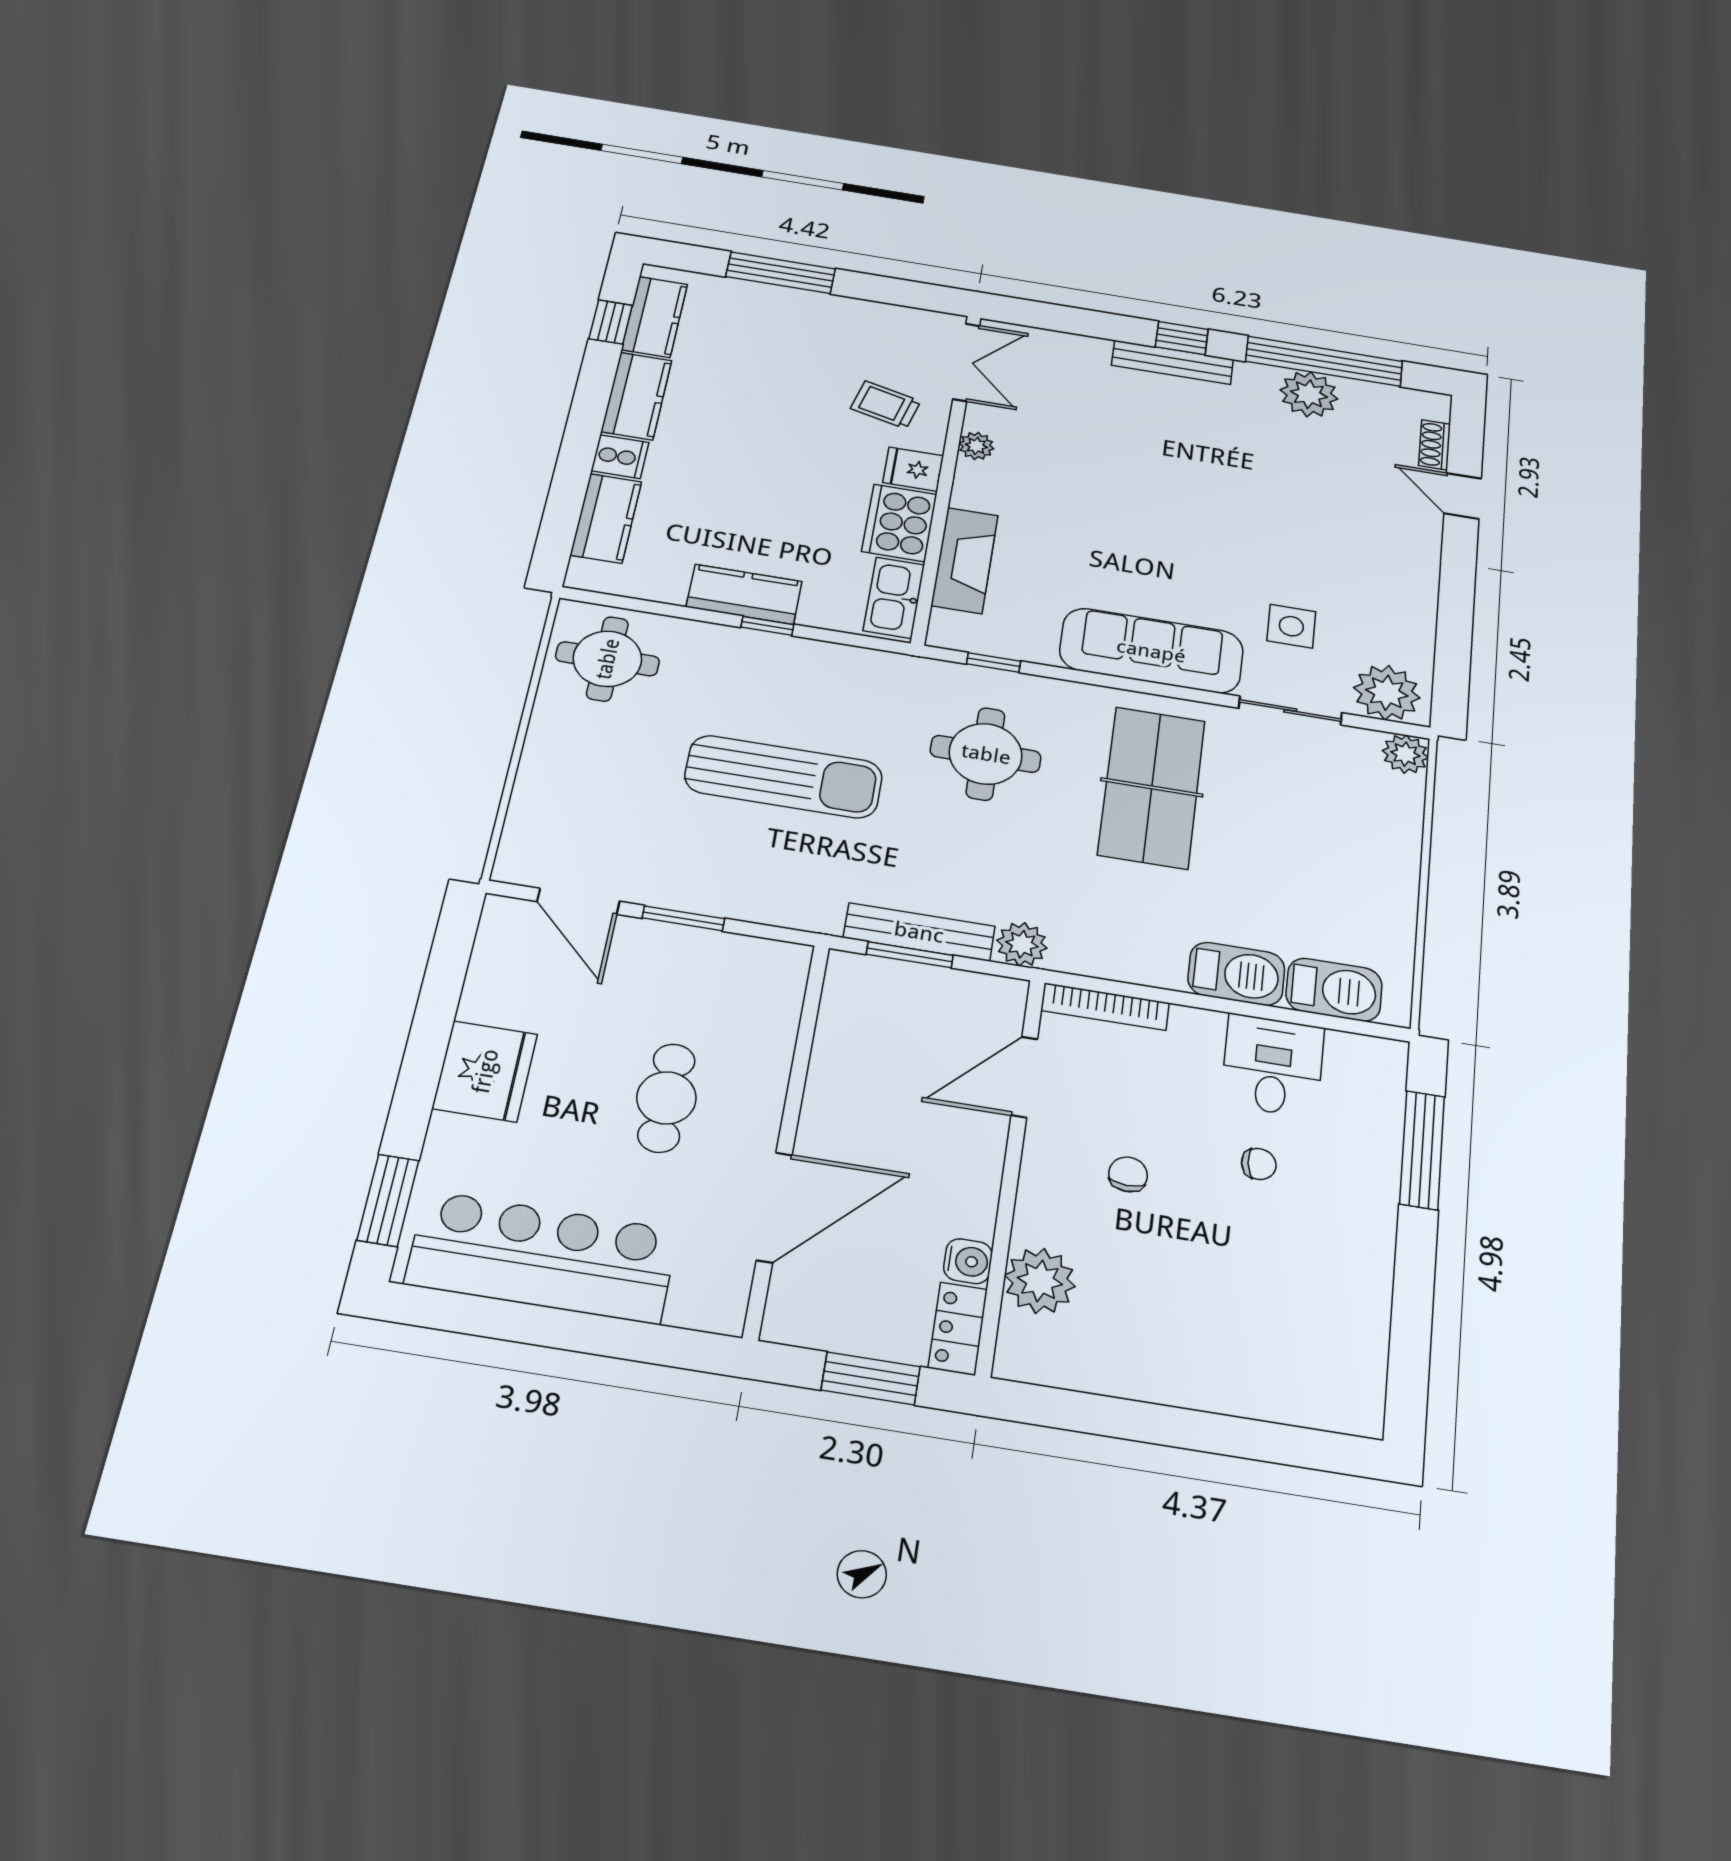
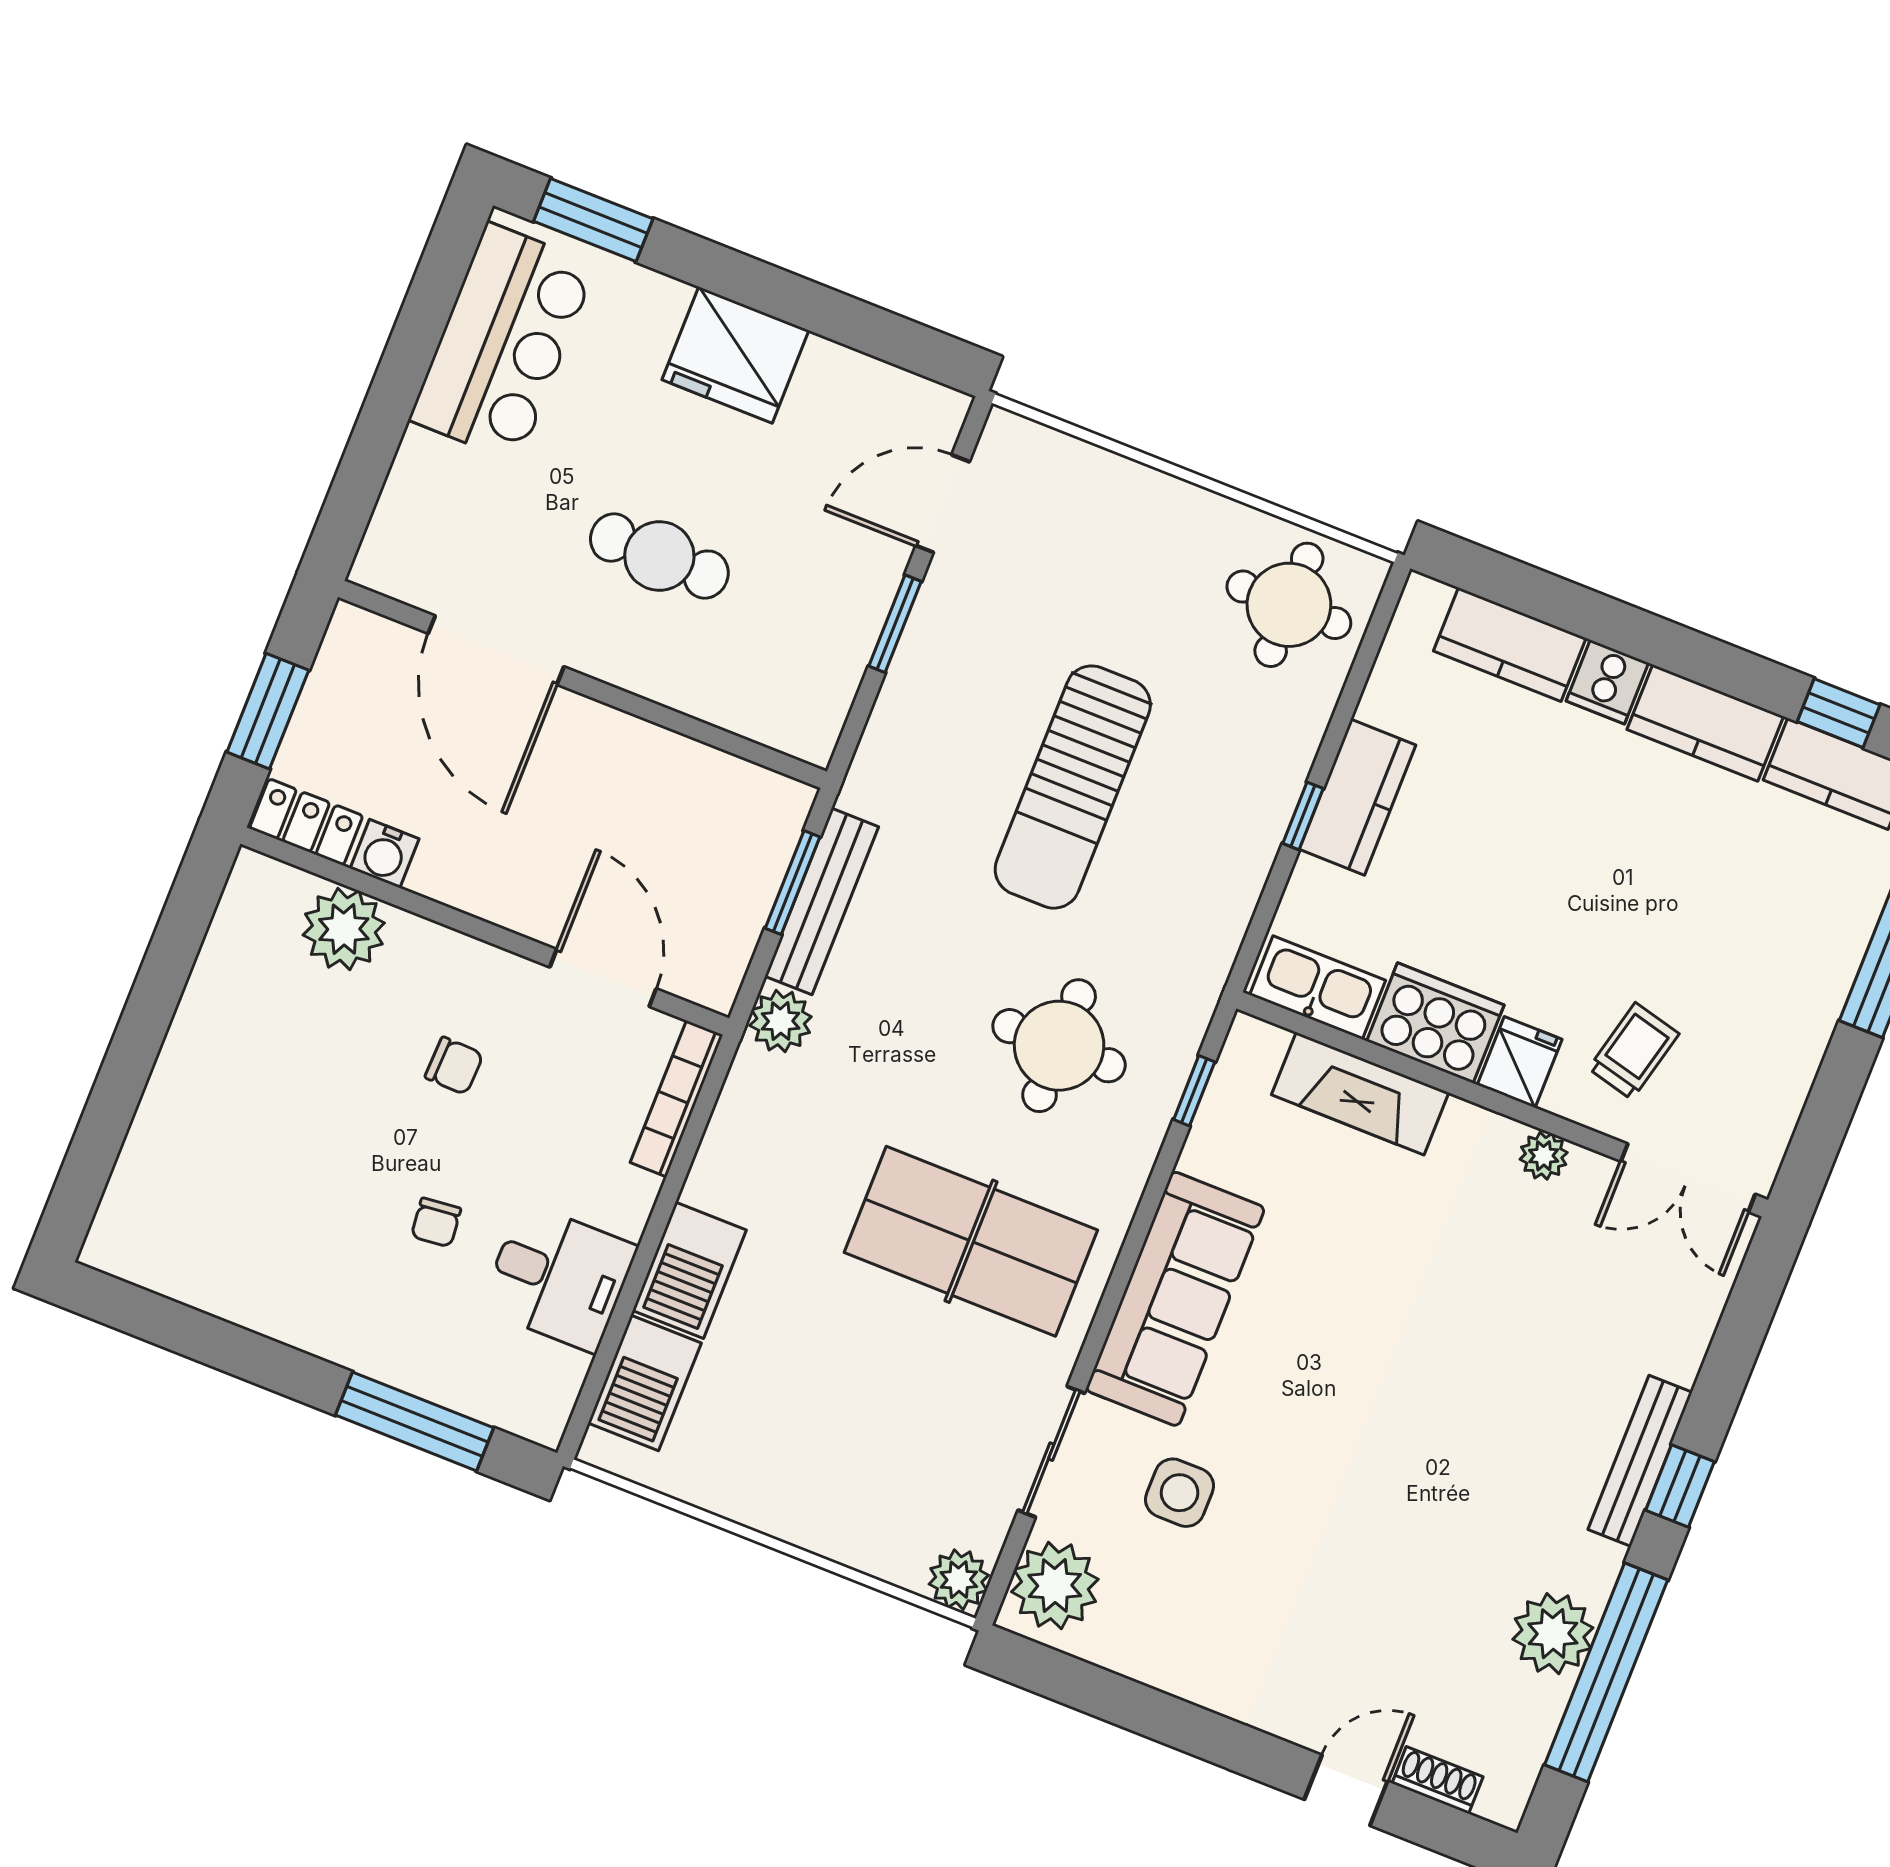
bar counter: (542, 1257) -> (503, 342), width x0.73

